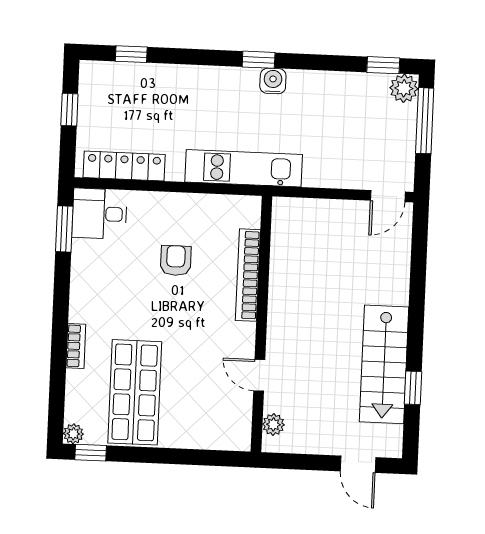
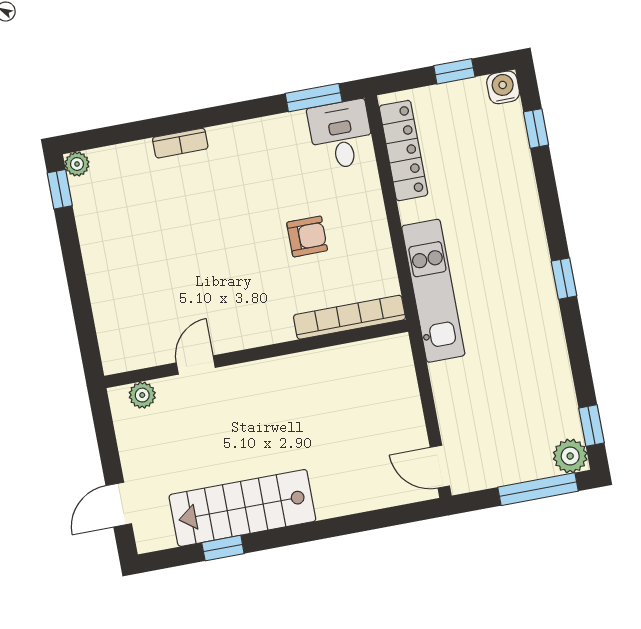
water cooler: (273, 81) -> (503, 87), moved, turned -90
bookcase: (248, 275) -> (349, 317), moved
shop shelf: (135, 392) -> (142, 224), removed

